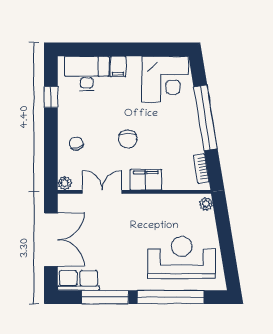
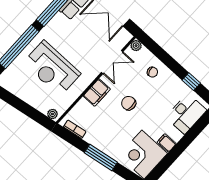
filing cabinet: (118, 66) -> (167, 143), moved
window: (206, 118) -> (101, 158), width x0.68
reception desk: (182, 257) -> (52, 68), moved, turned 90

